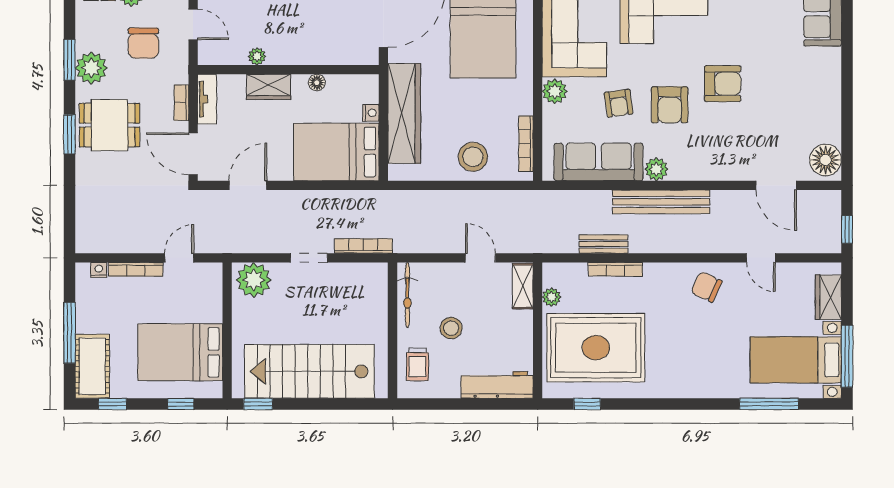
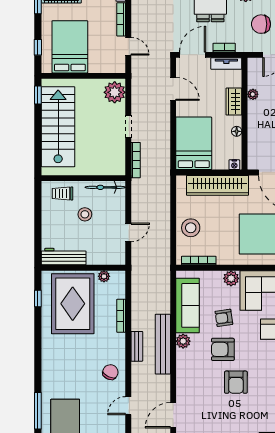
nightstand: (371, 113) -> (234, 165), moved
bench: (603, 244) -> (137, 346), moved
shelving: (523, 286) -> (111, 259), removed
workbench: (497, 385) -> (64, 257), moved, turned -90

